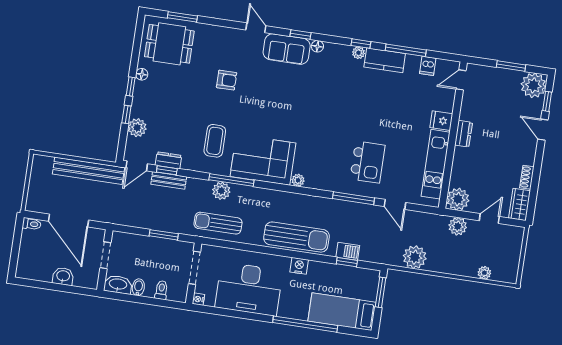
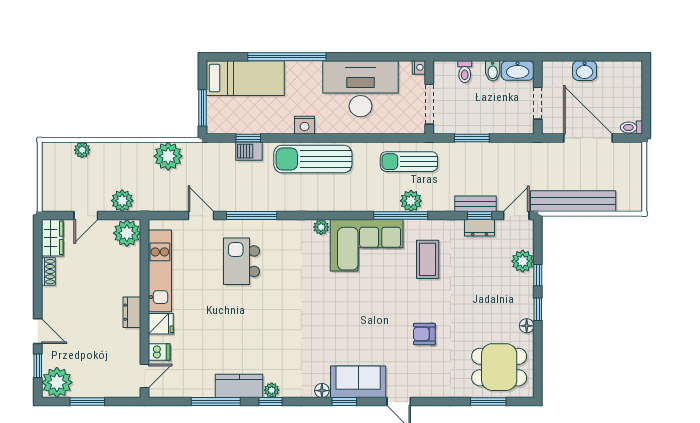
dishwasher: (428, 66) -> (159, 352), moved, turned 90
sun lounger: (218, 223) -> (409, 162), turned 180

